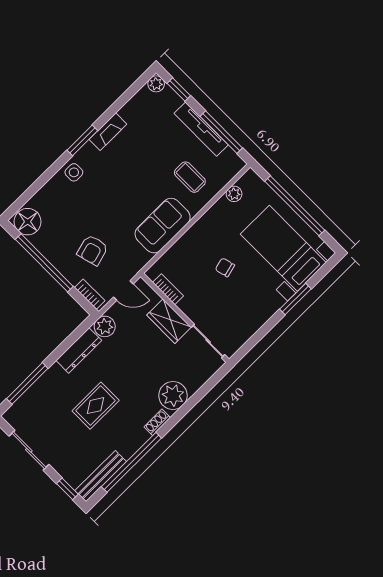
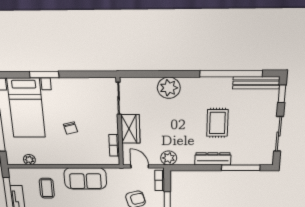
dresser: (79, 350) -> (213, 159), moved
rug: (96, 406) -> (217, 123), turned 90
shoe rack: (157, 422) -> (193, 82), removed

